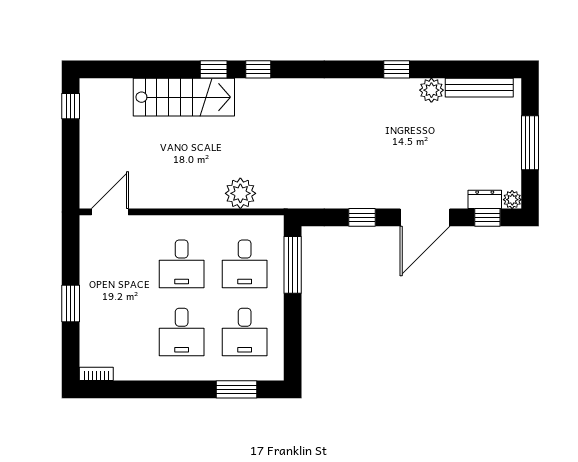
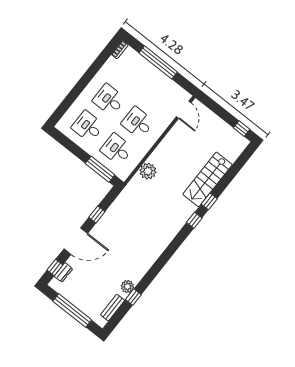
window: (397, 69) -> (133, 297), moved
bench: (479, 88) -> (113, 308), width x0.73
window: (530, 143) -> (72, 310), width x1.46
plant: (512, 200) -> (54, 284), removed
door: (425, 217) -> (76, 241), swing flipped
window: (71, 303) -> (158, 62), width x2.11
window: (237, 389) -> (66, 104), removed

